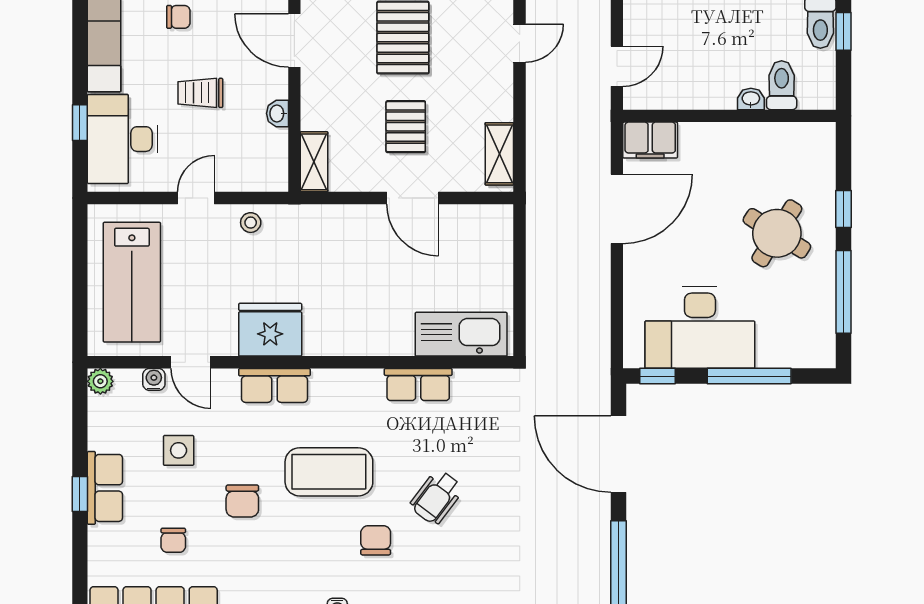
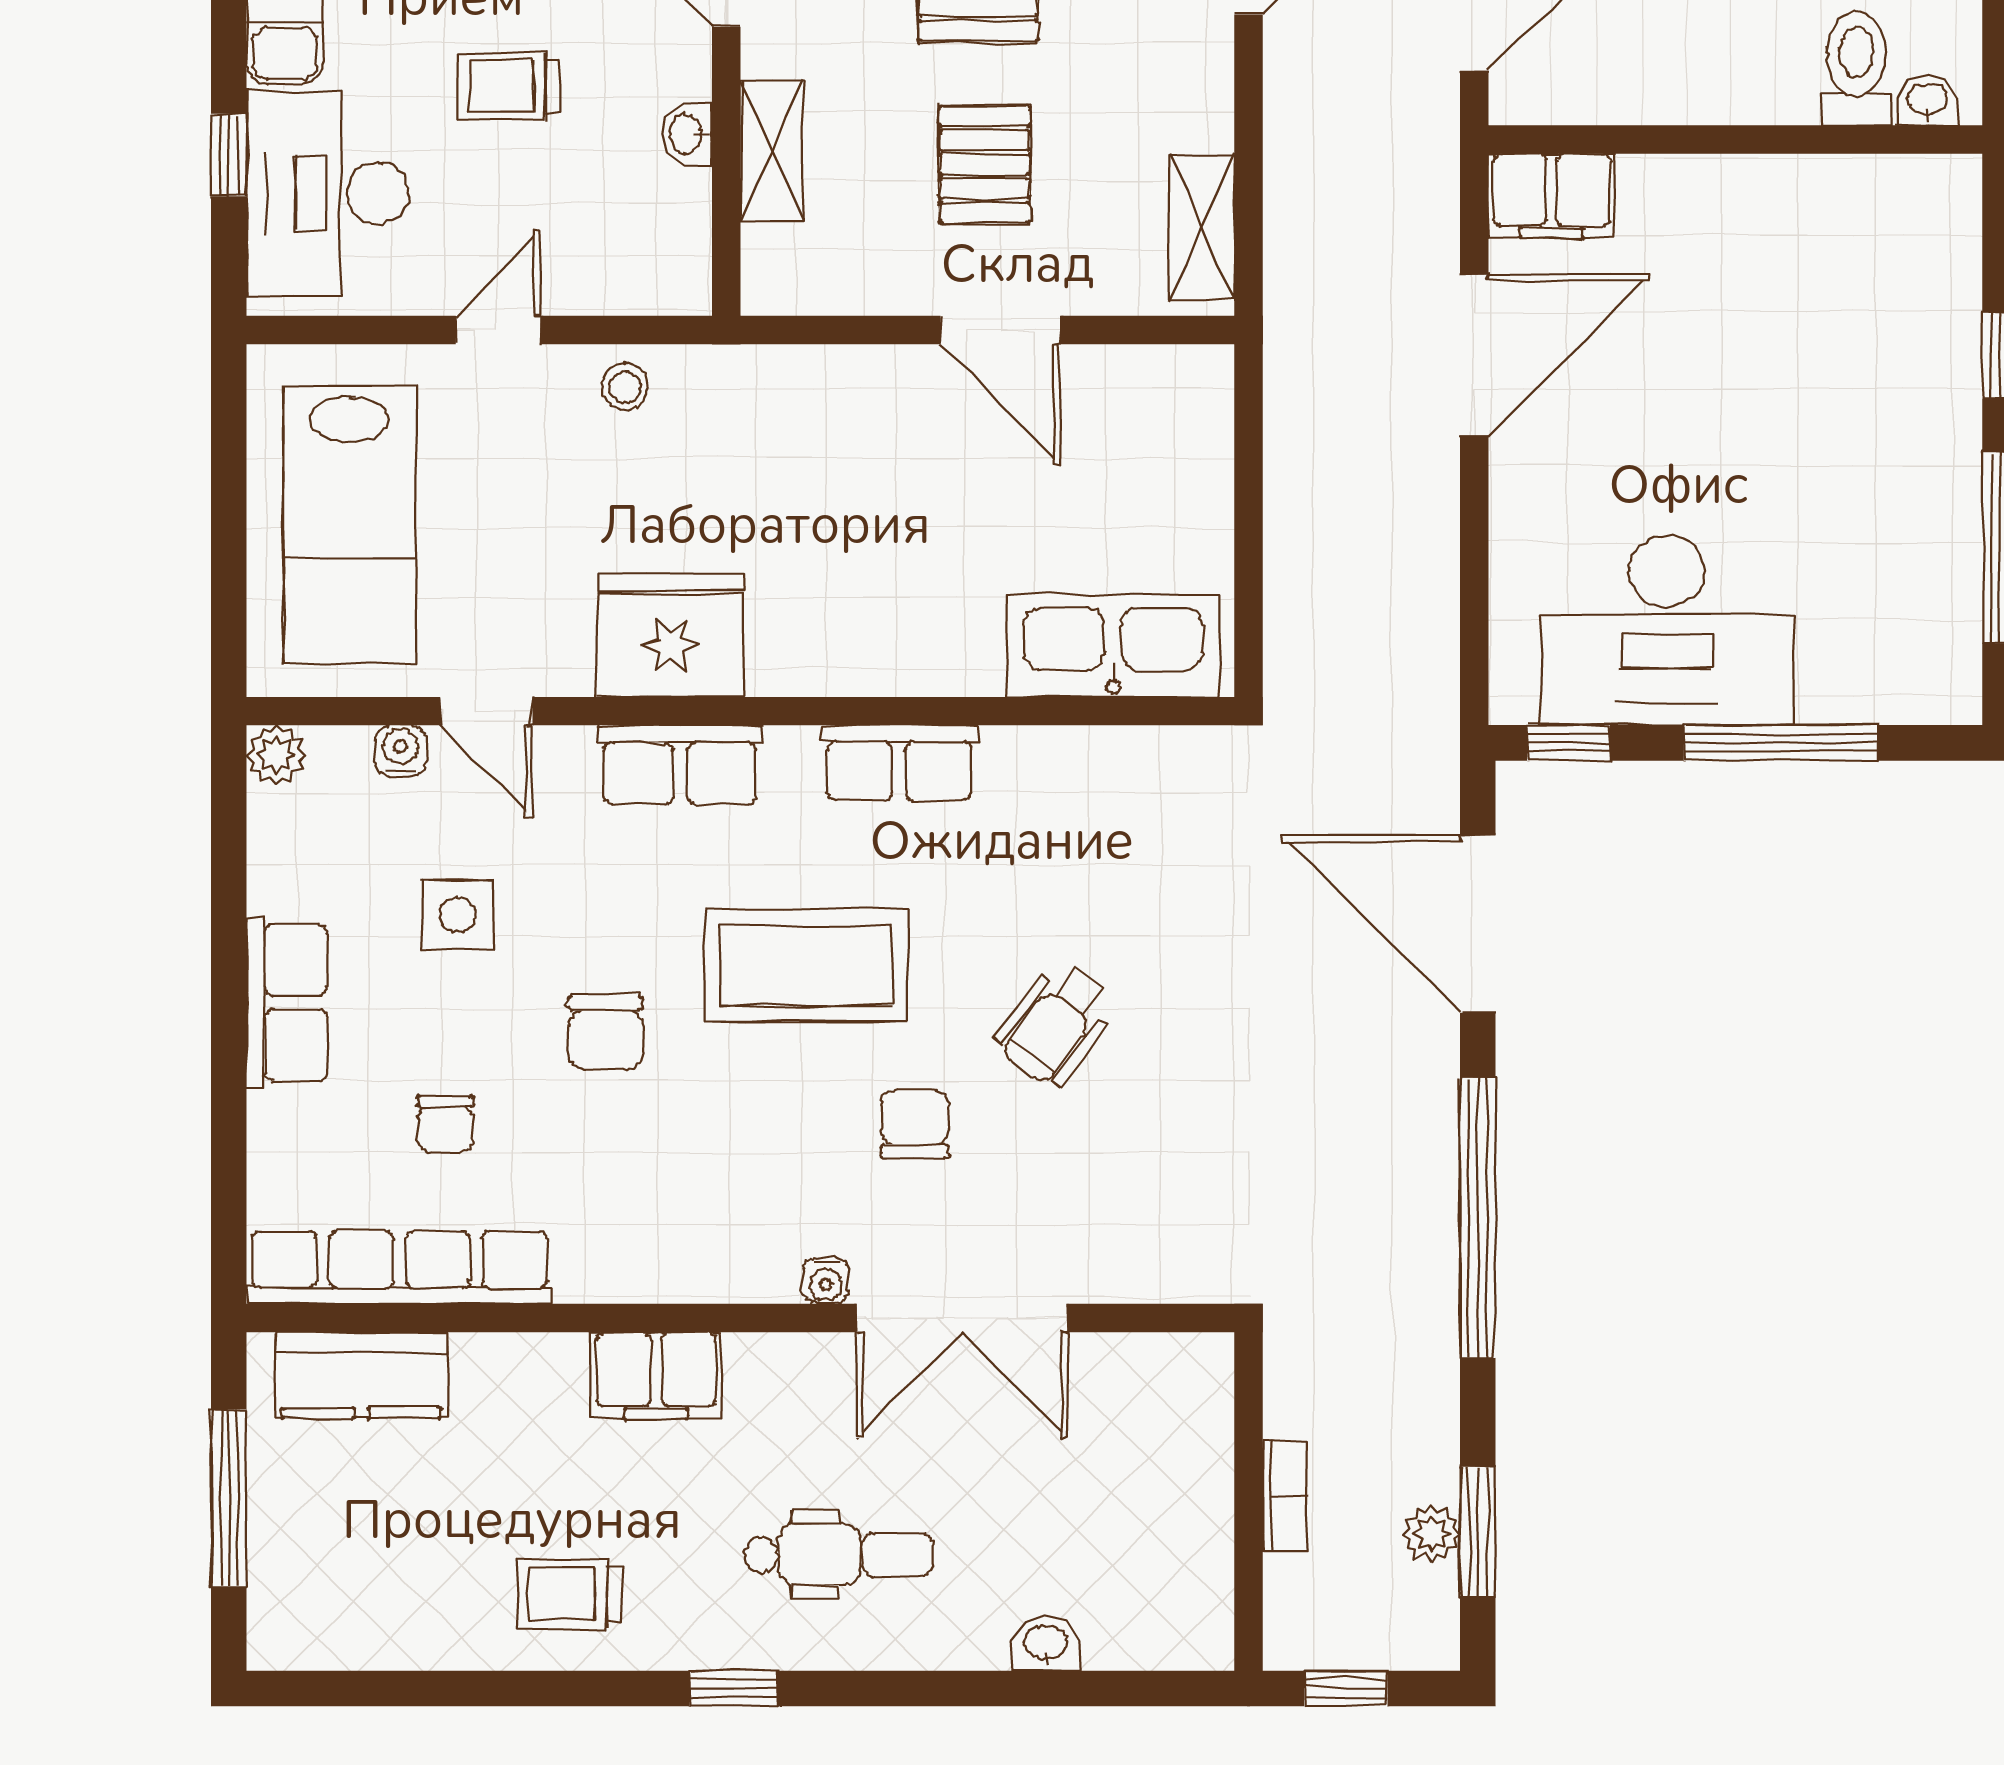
washbasin: (751, 99) -> (1928, 100), moved
shelving: (314, 162) -> (772, 151), moved
round table: (777, 233) -> (1845, 412), removed
row of seats: (418, 385) -> (899, 763), moved
window: (80, 494) -> (229, 1017), removed

